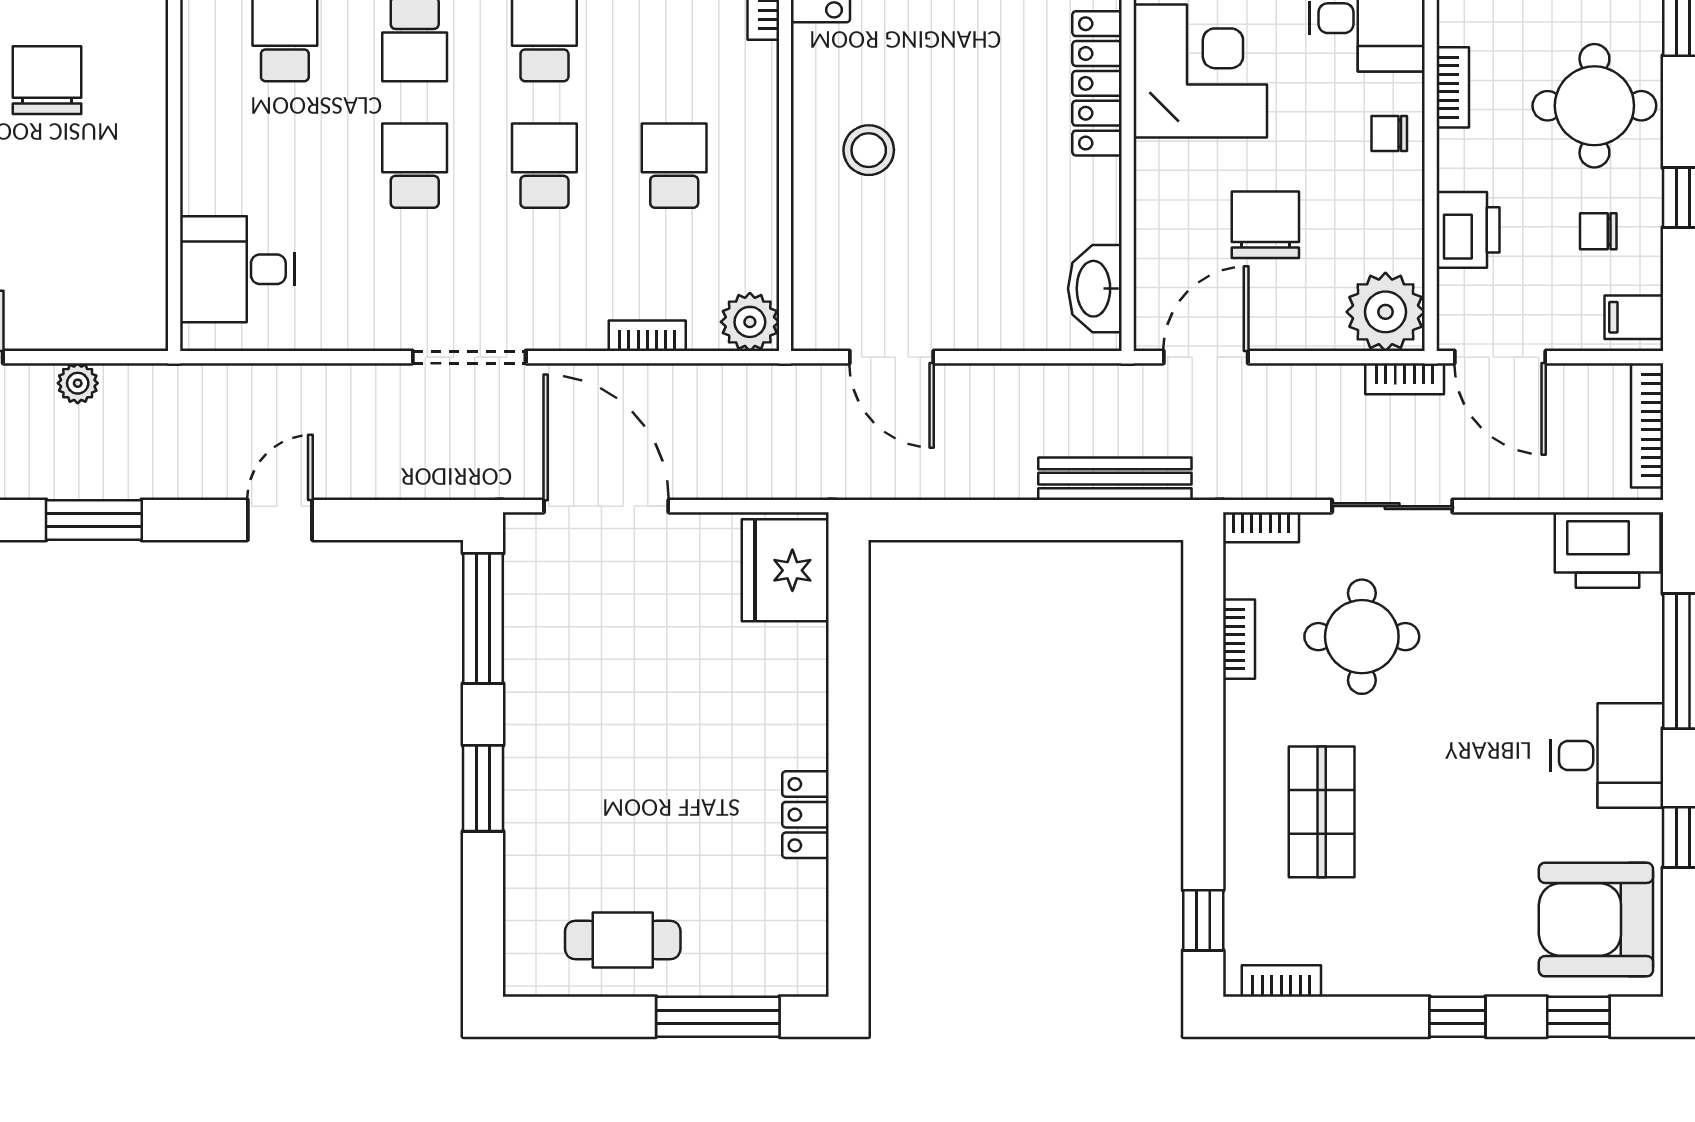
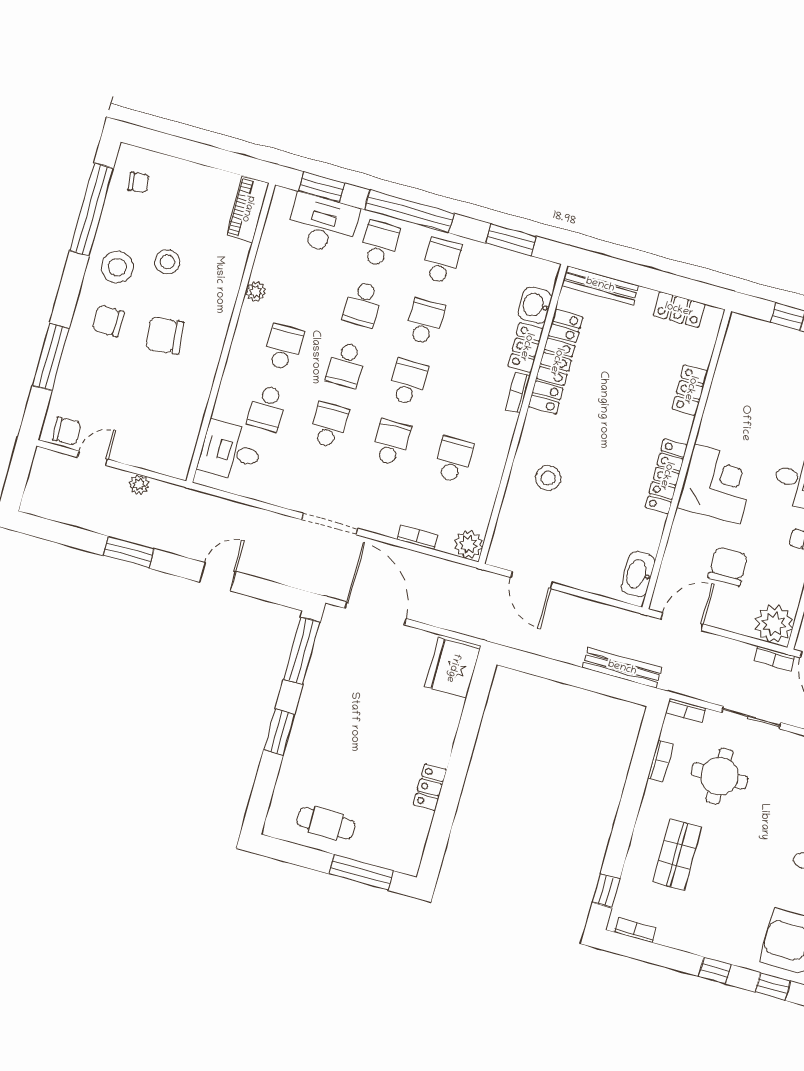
chair: (47, 80) -> (165, 336), turned -96
school desk: (285, 166) -> (267, 408), added

